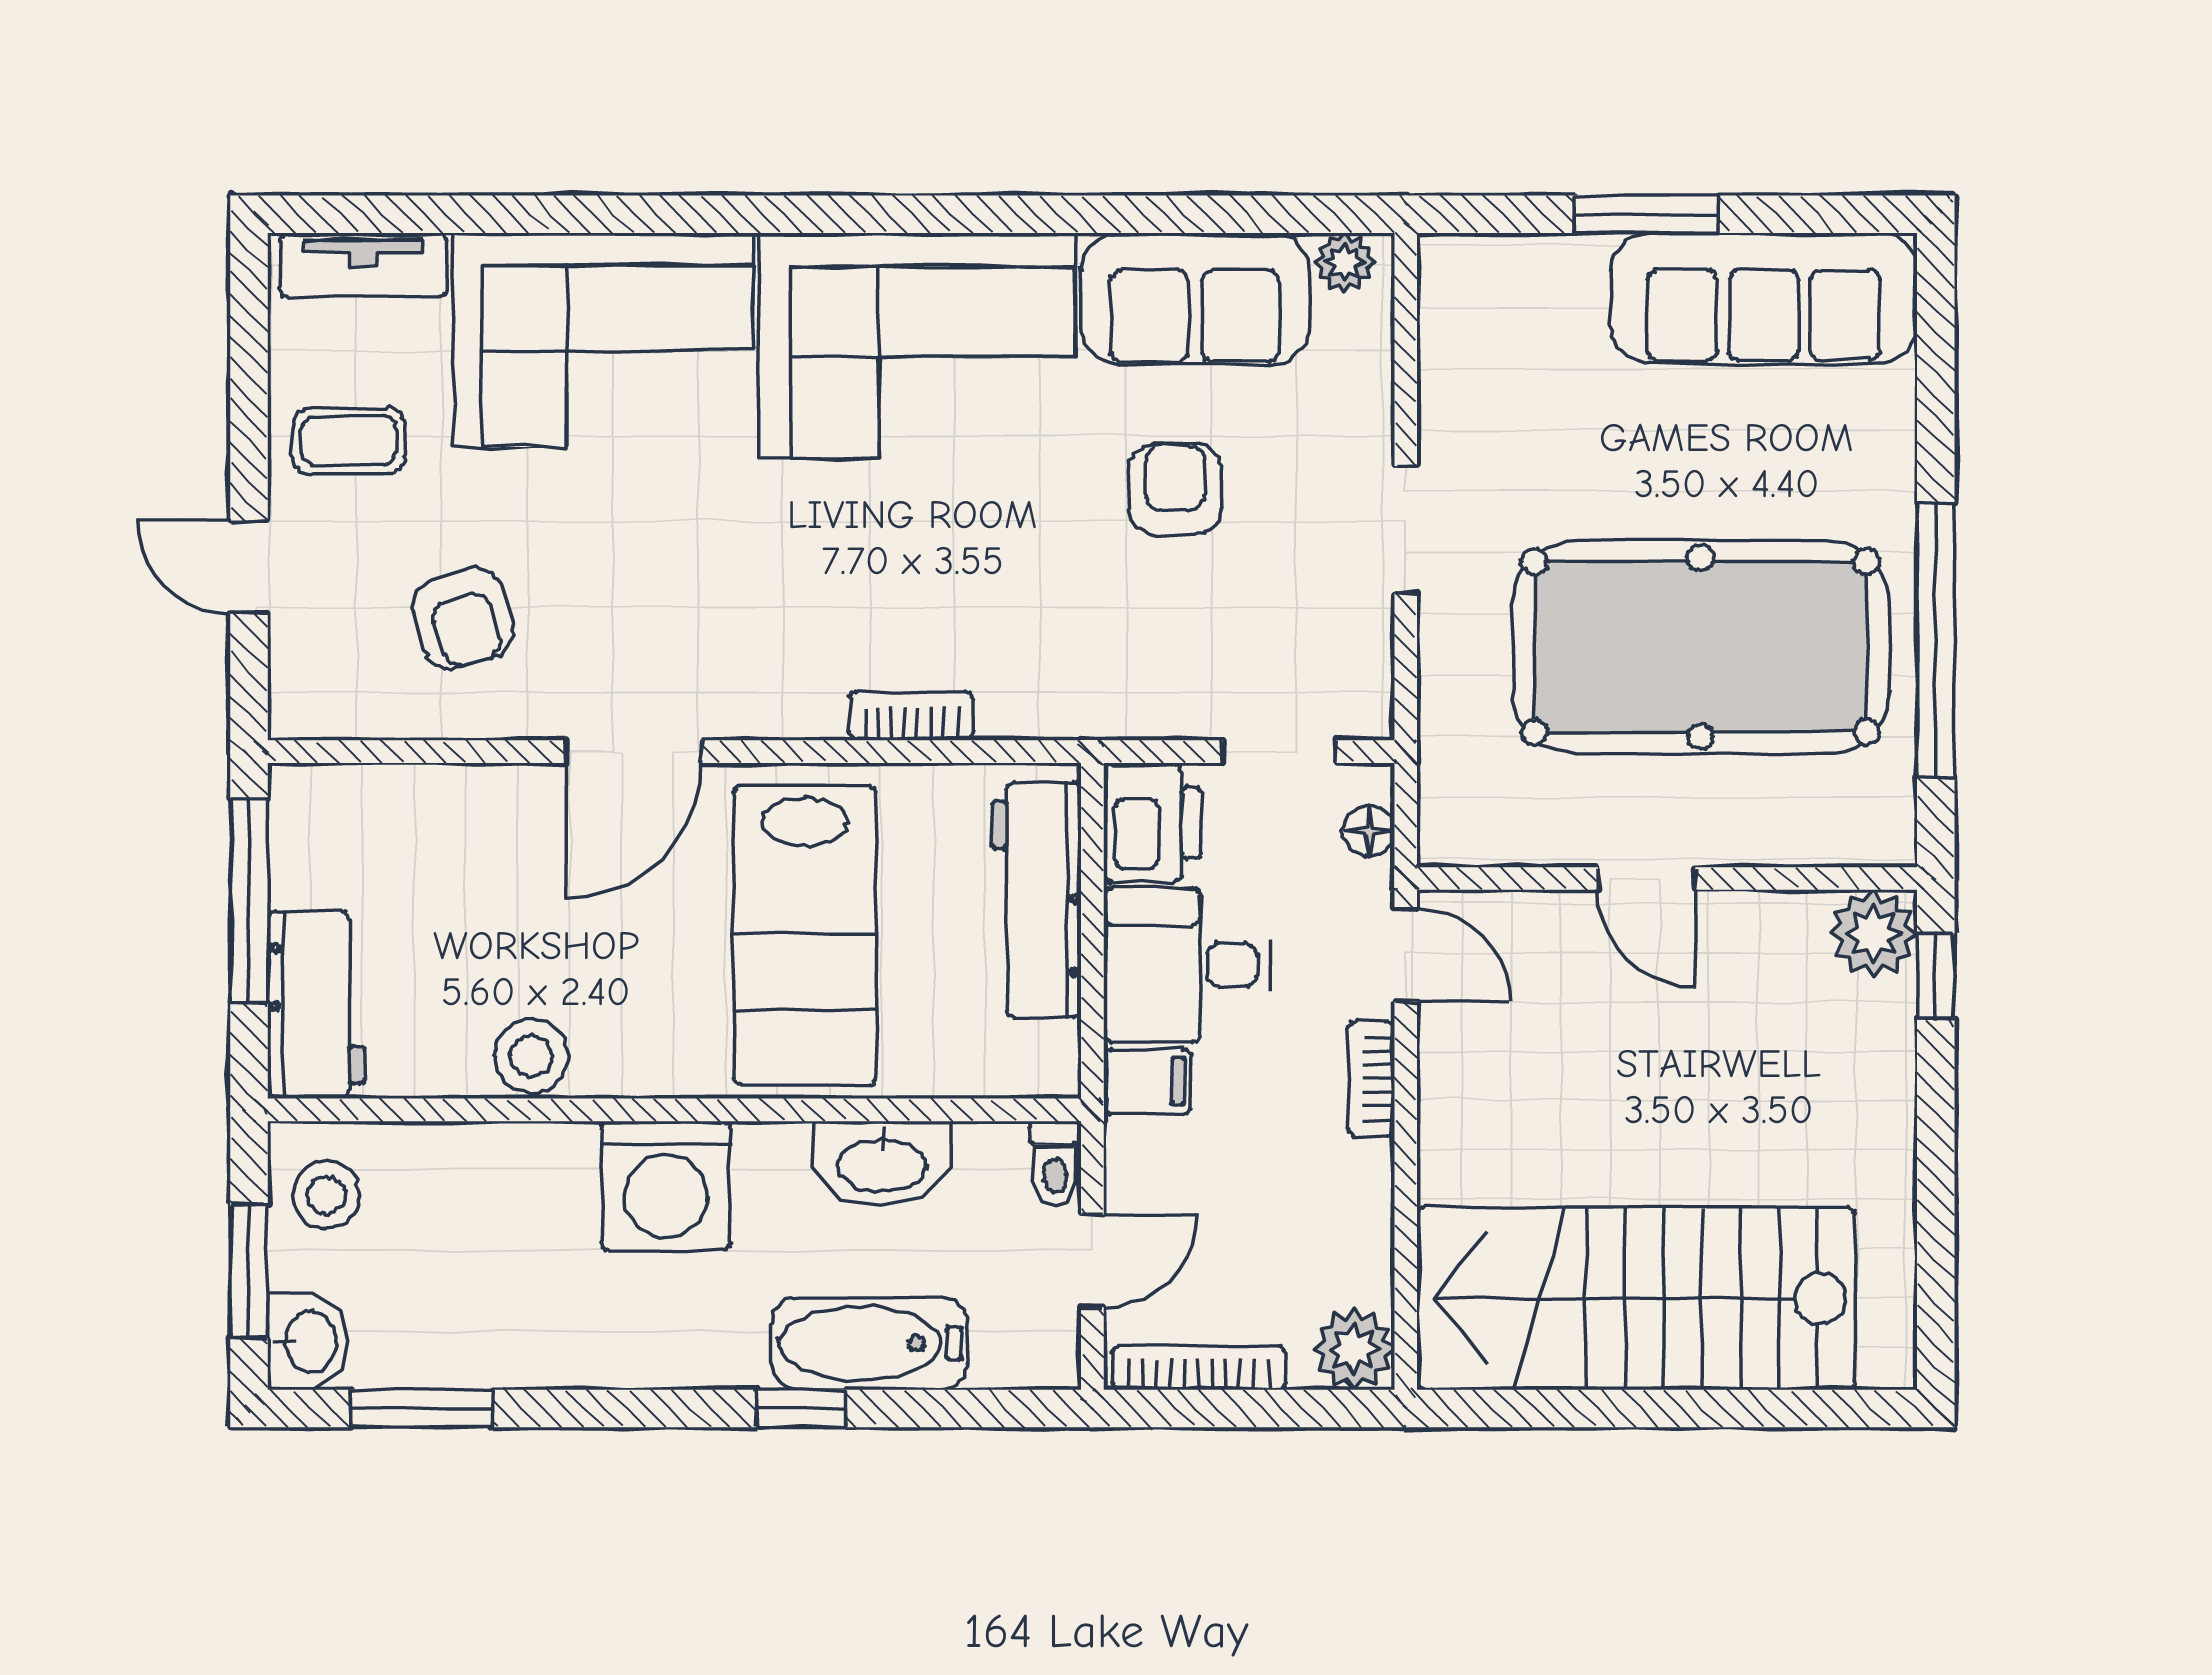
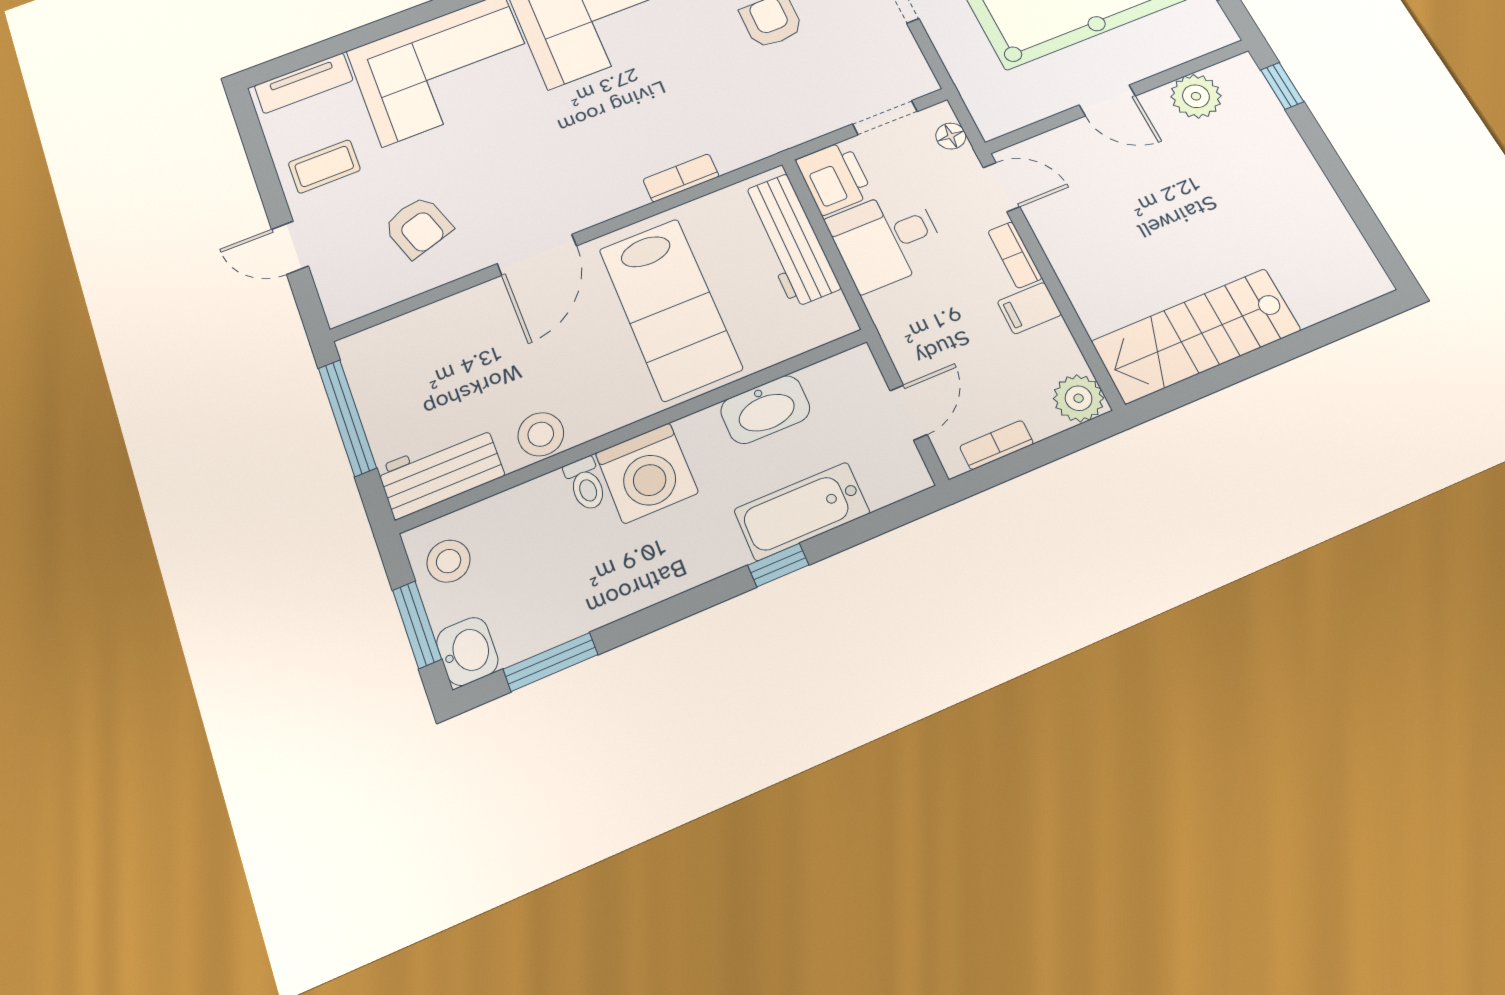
plant: (1873, 934) -> (1196, 96), moved
workbench: (316, 1005) -> (441, 472), moved, turned -90
filing cabinet: (1147, 1081) -> (1029, 308), moved, turned 180
toilet: (1055, 1163) -> (586, 484), moved
stairs: (1636, 1298) -> (1196, 336), width x0.73, depth x0.66
bookcase: (1199, 1368) -> (997, 445), width x0.64

